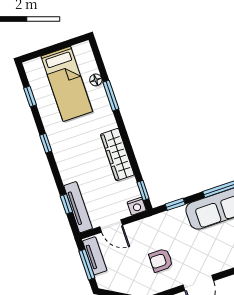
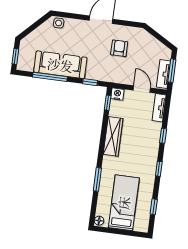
floor lamp: (96, 80) -> (99, 221), moved
window: (66, 204) -> (163, 136), moved
tv unit: (78, 207) -> (159, 108), width x0.71
armchair: (161, 260) -> (119, 48), turned -90

